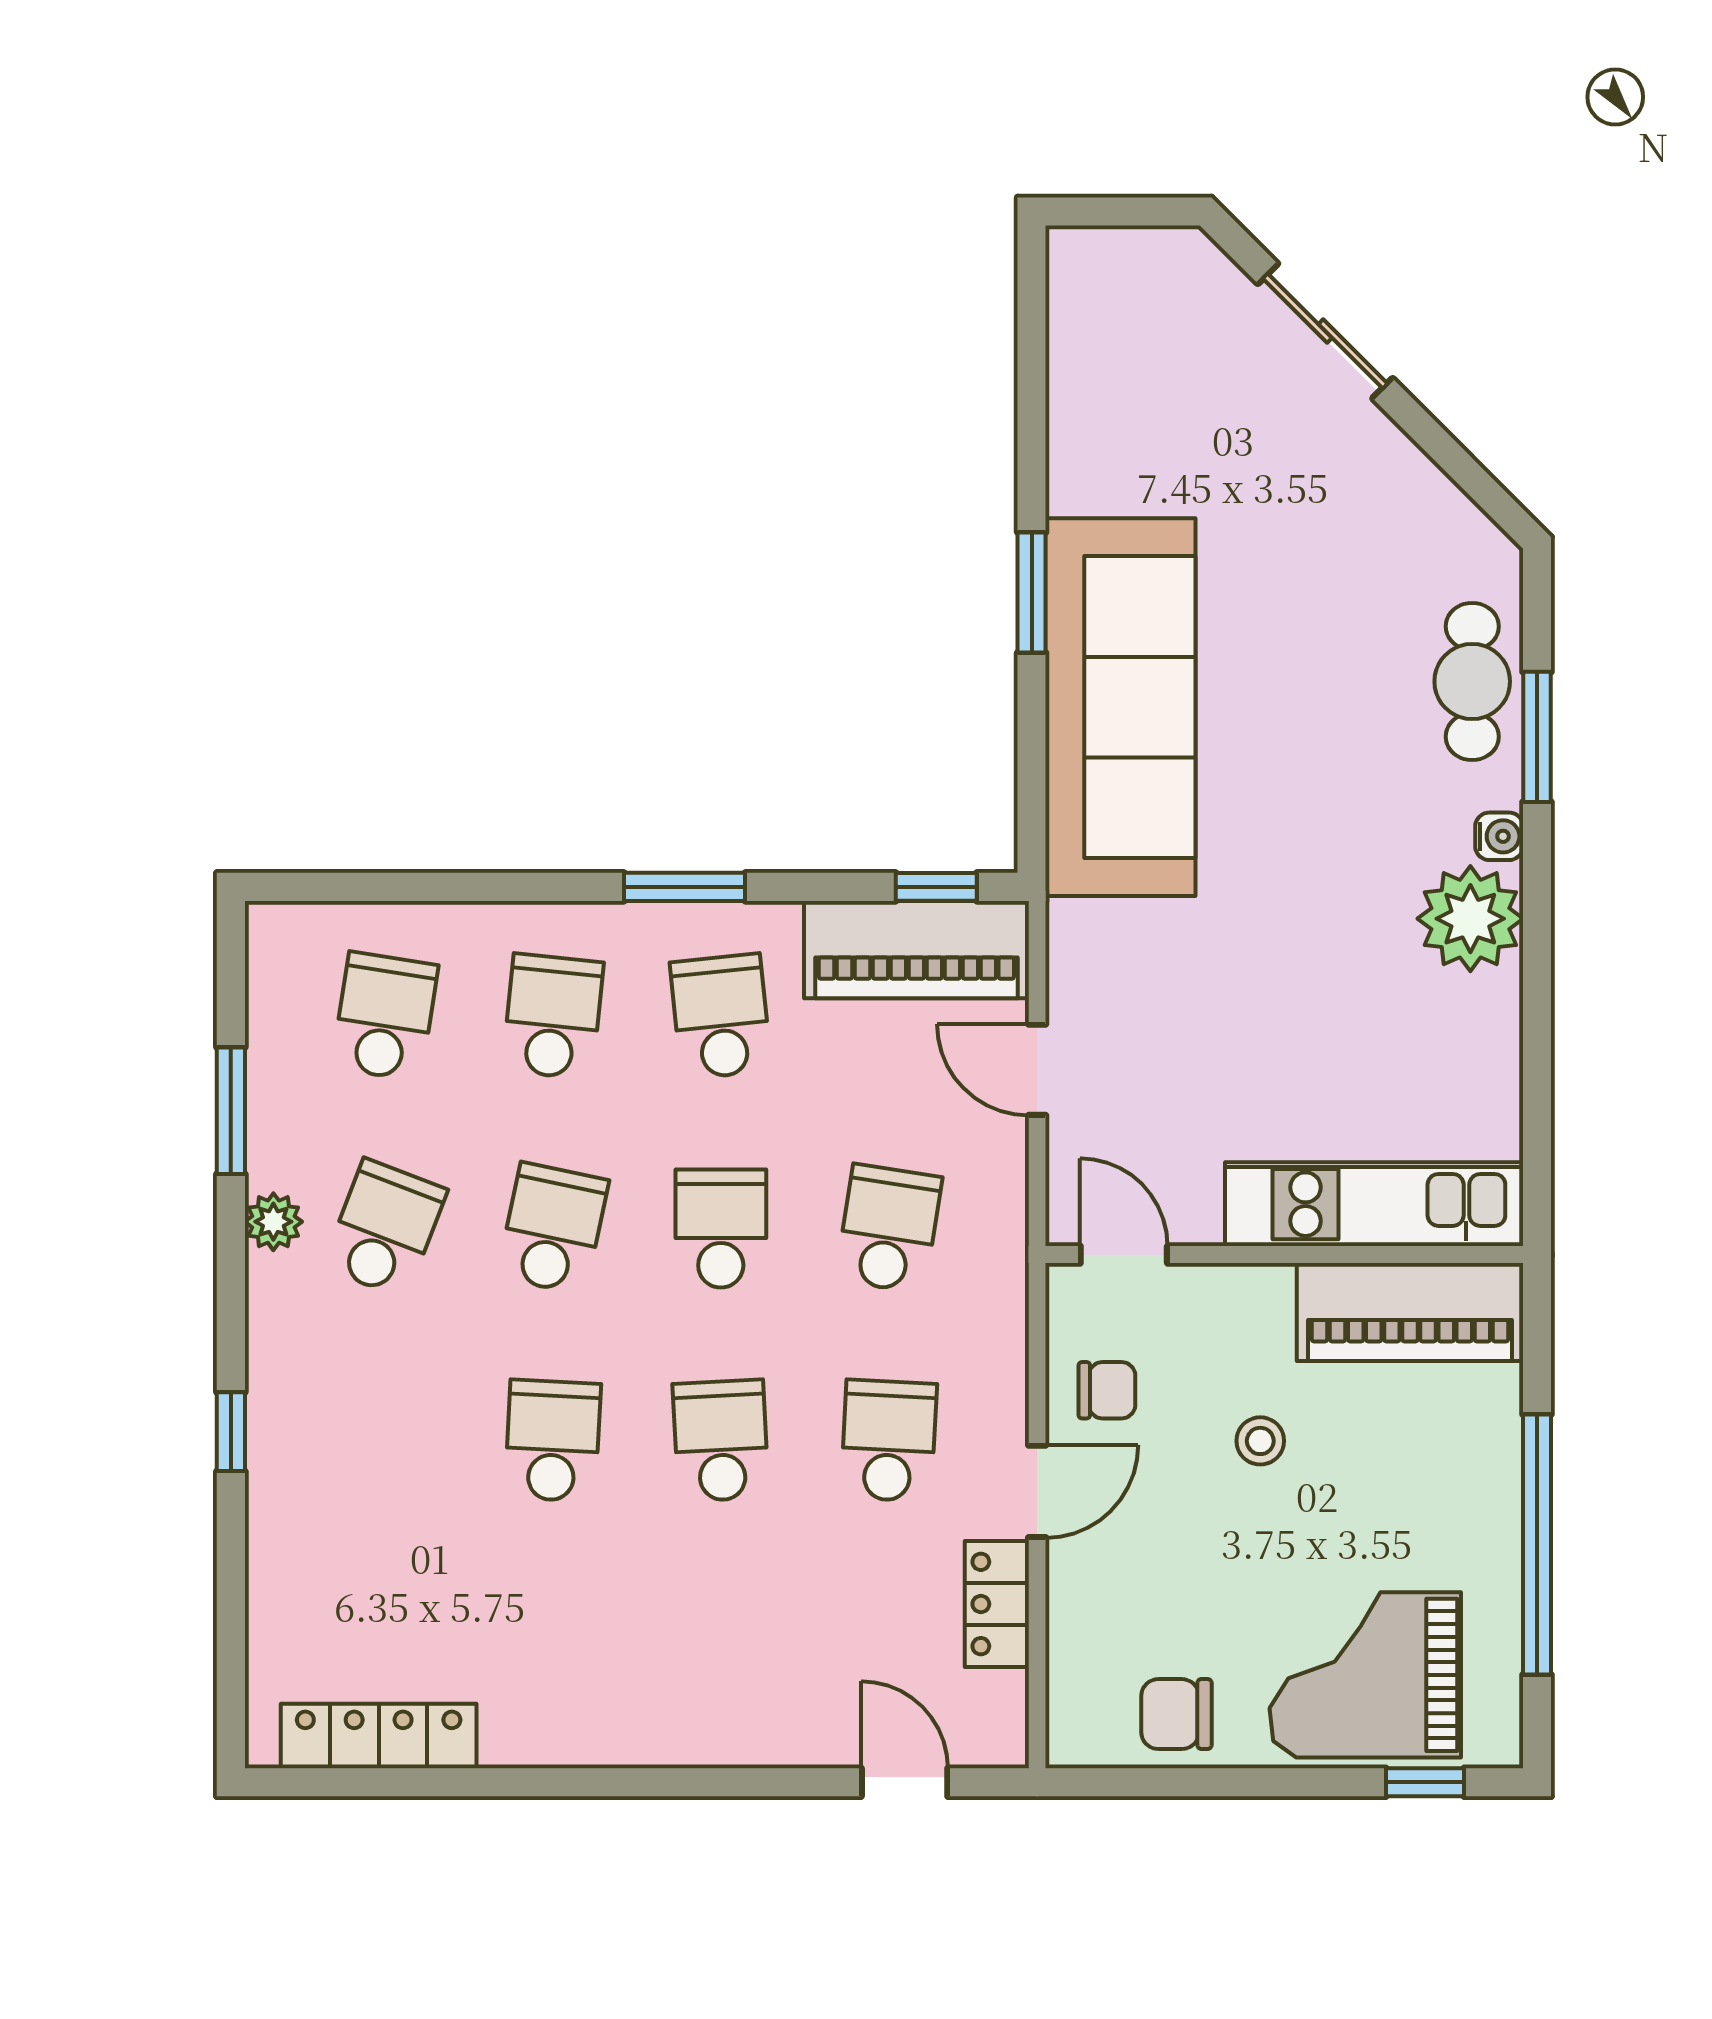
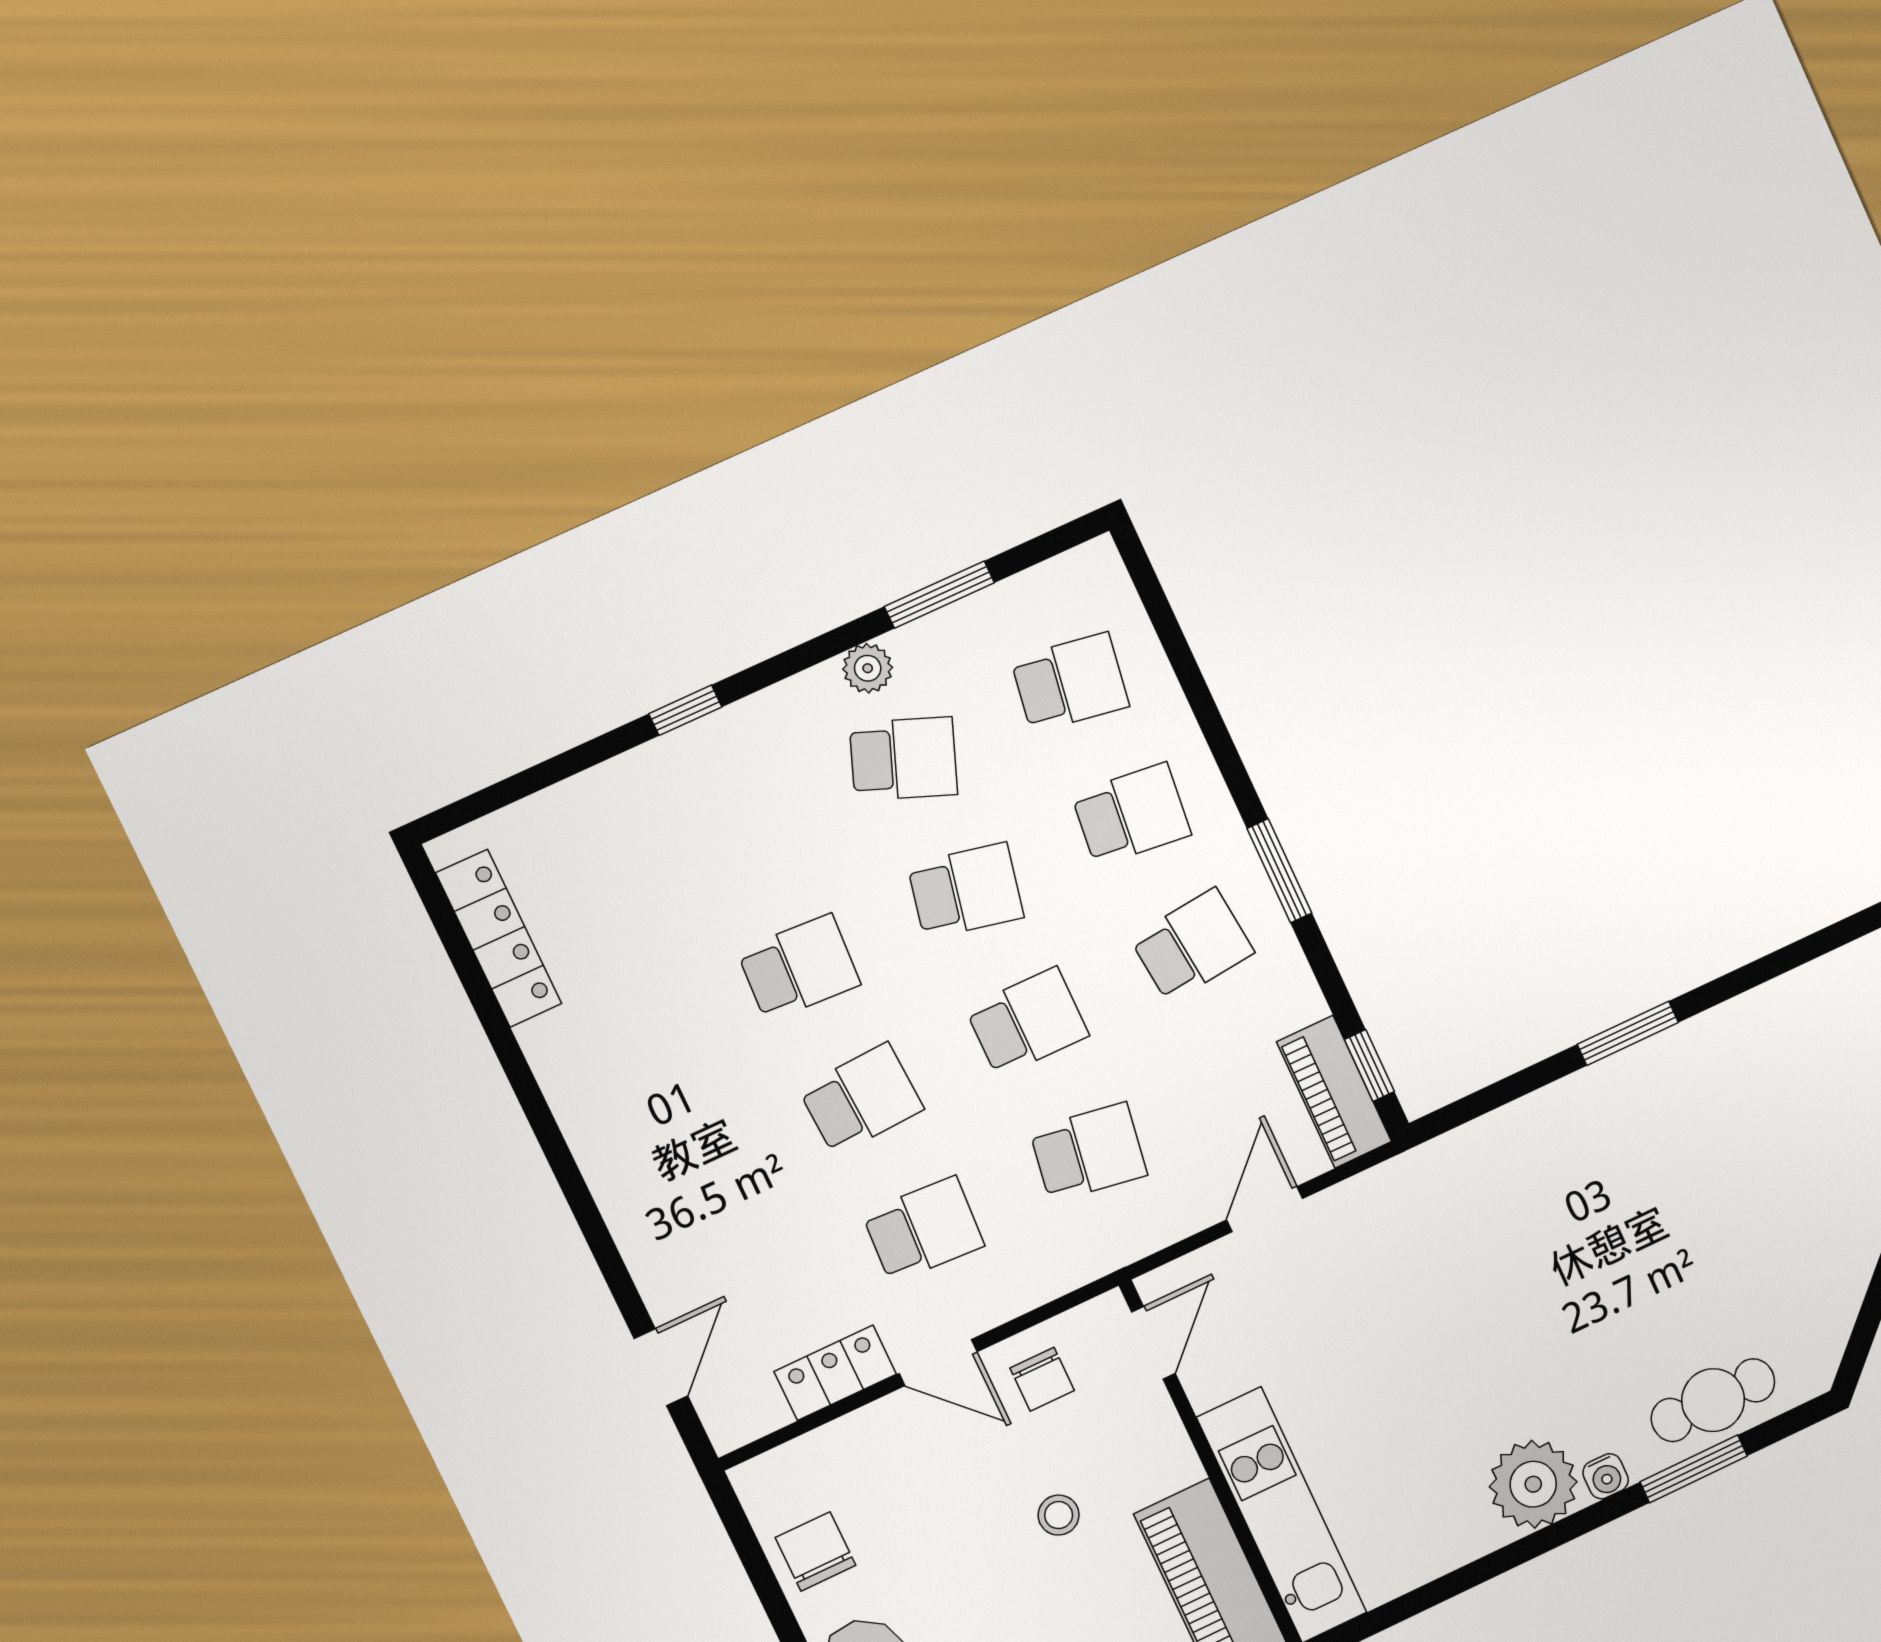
sofa: (1120, 707) -> (1572, 1142), removed
piano: (916, 950) -> (1334, 1092), width x0.73, depth x0.75

